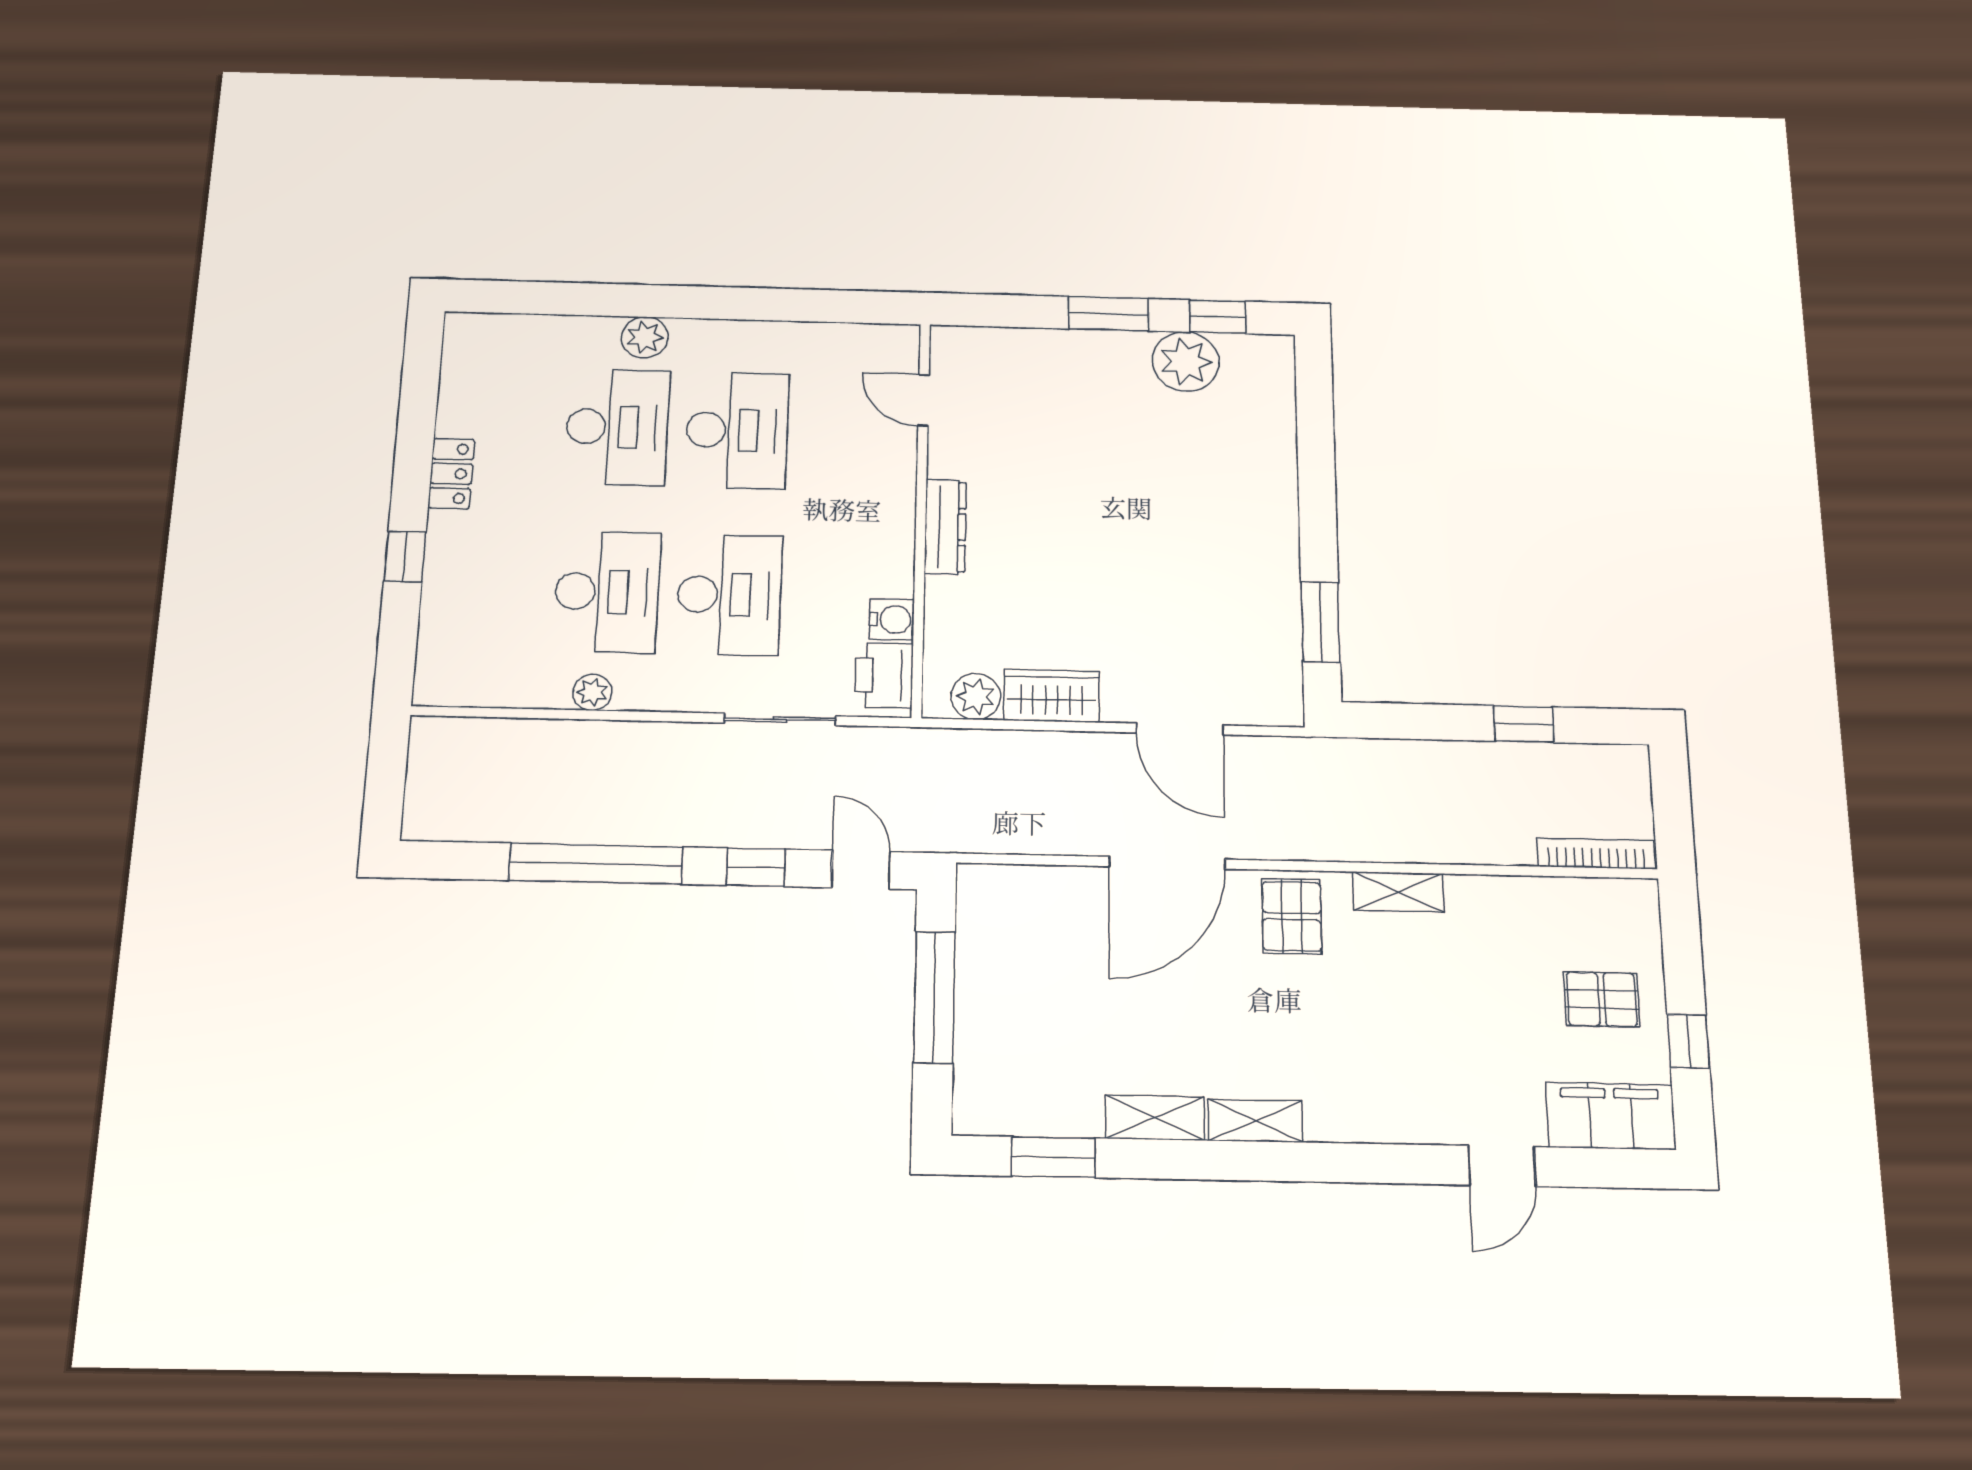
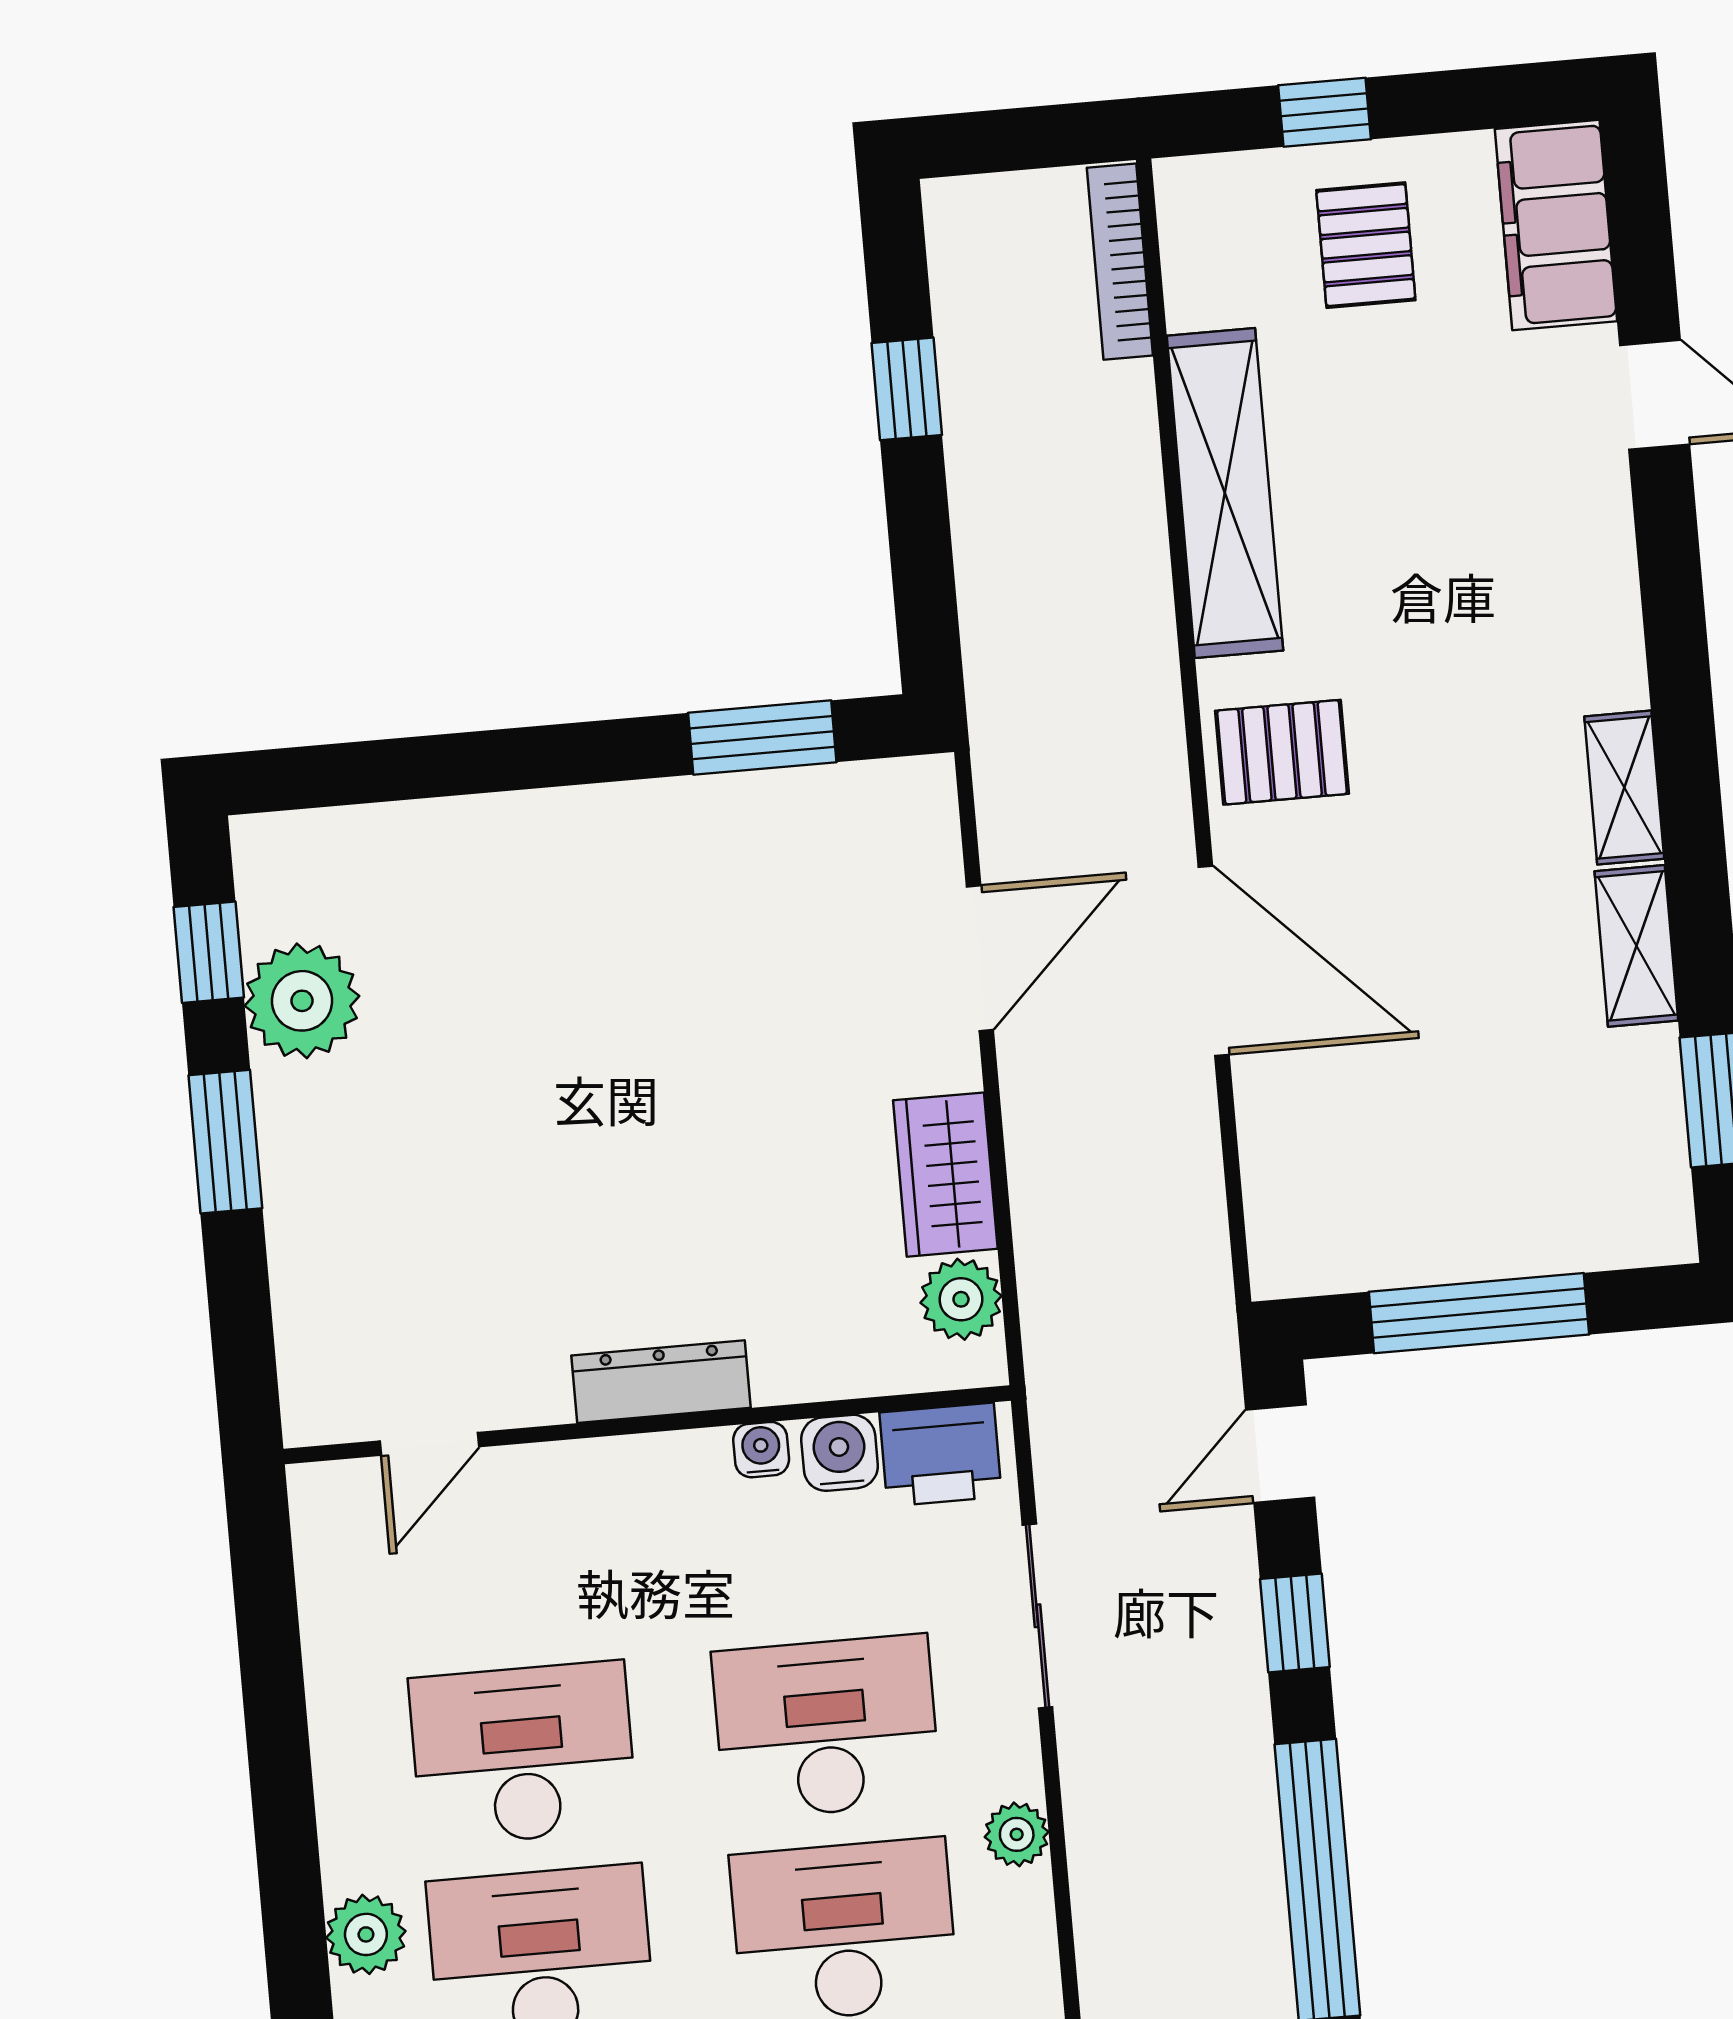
water cooler: (899, 577) -> (761, 1450), added
plant: (592, 692) -> (1017, 1834), moved
shelving: (1398, 892) -> (1225, 493), width x2.20, depth x1.33
window: (1688, 1041) -> (1324, 112), moved

